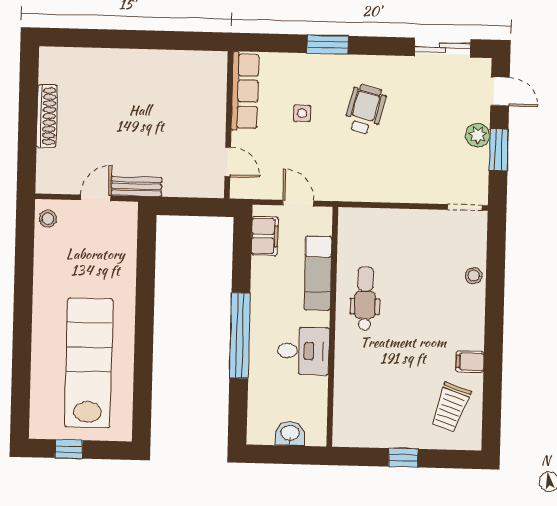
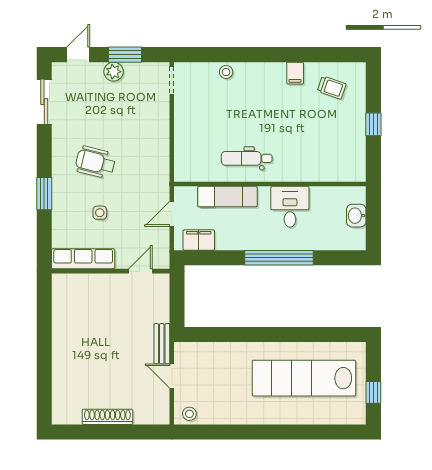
trolley: (451, 407) -> (332, 88), width x0.73, depth x0.72

